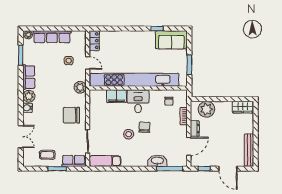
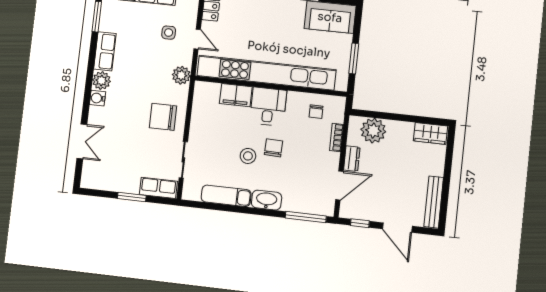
coffee table: (47, 155) -> (119, 174), removed
exam couch: (105, 161) -> (226, 196), moved
washbasin: (157, 161) -> (267, 200), moved

